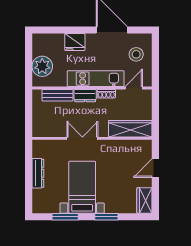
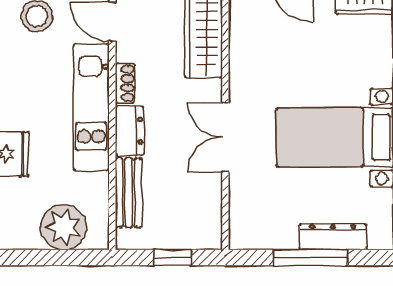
window: (29, 115) -> (172, 258), added
dresser: (38, 173) -> (333, 237), moved
window: (29, 176) -> (311, 258), added

